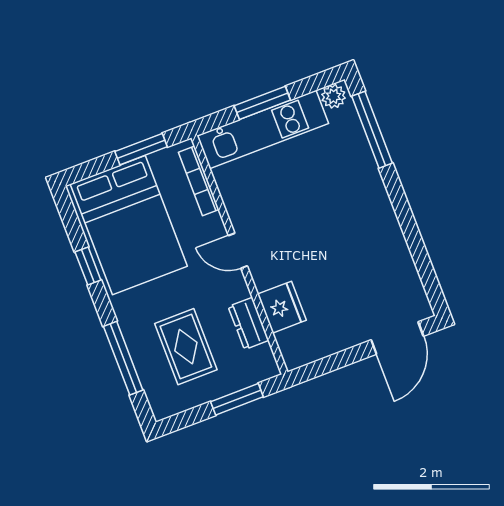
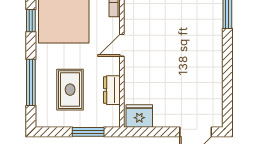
door: (238, 251) -> (122, 45), hinge flipped
fridge: (282, 307) -> (139, 116), moved, turned -90

